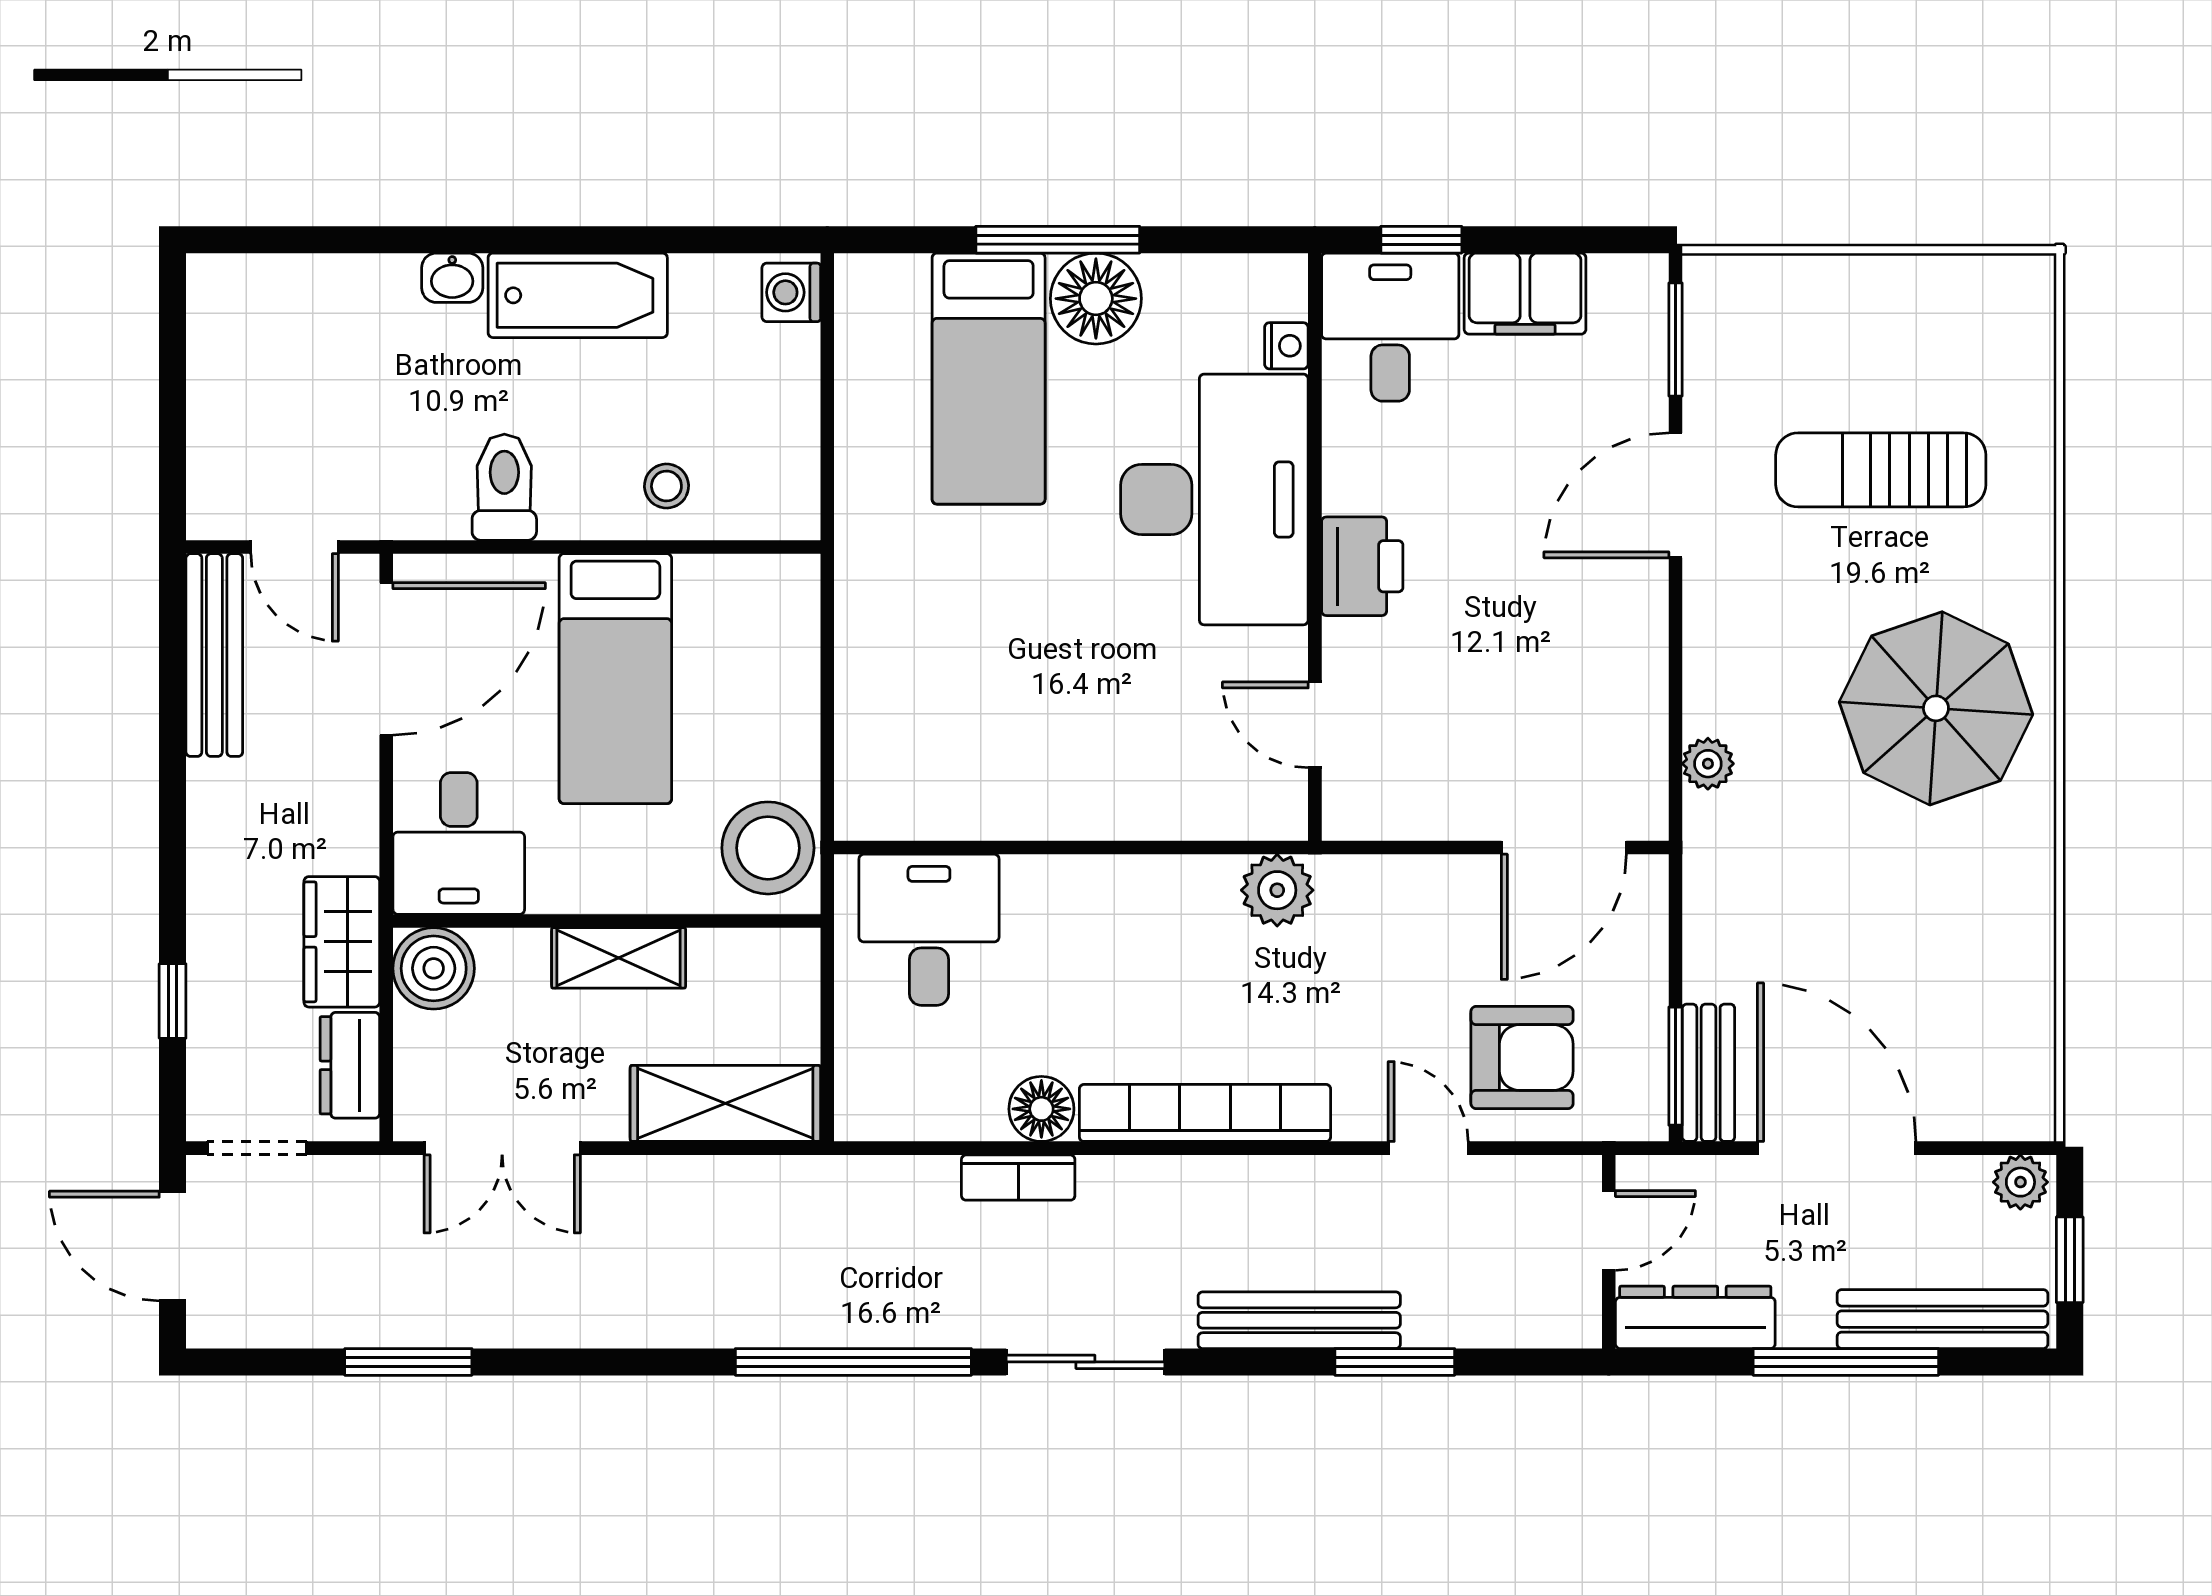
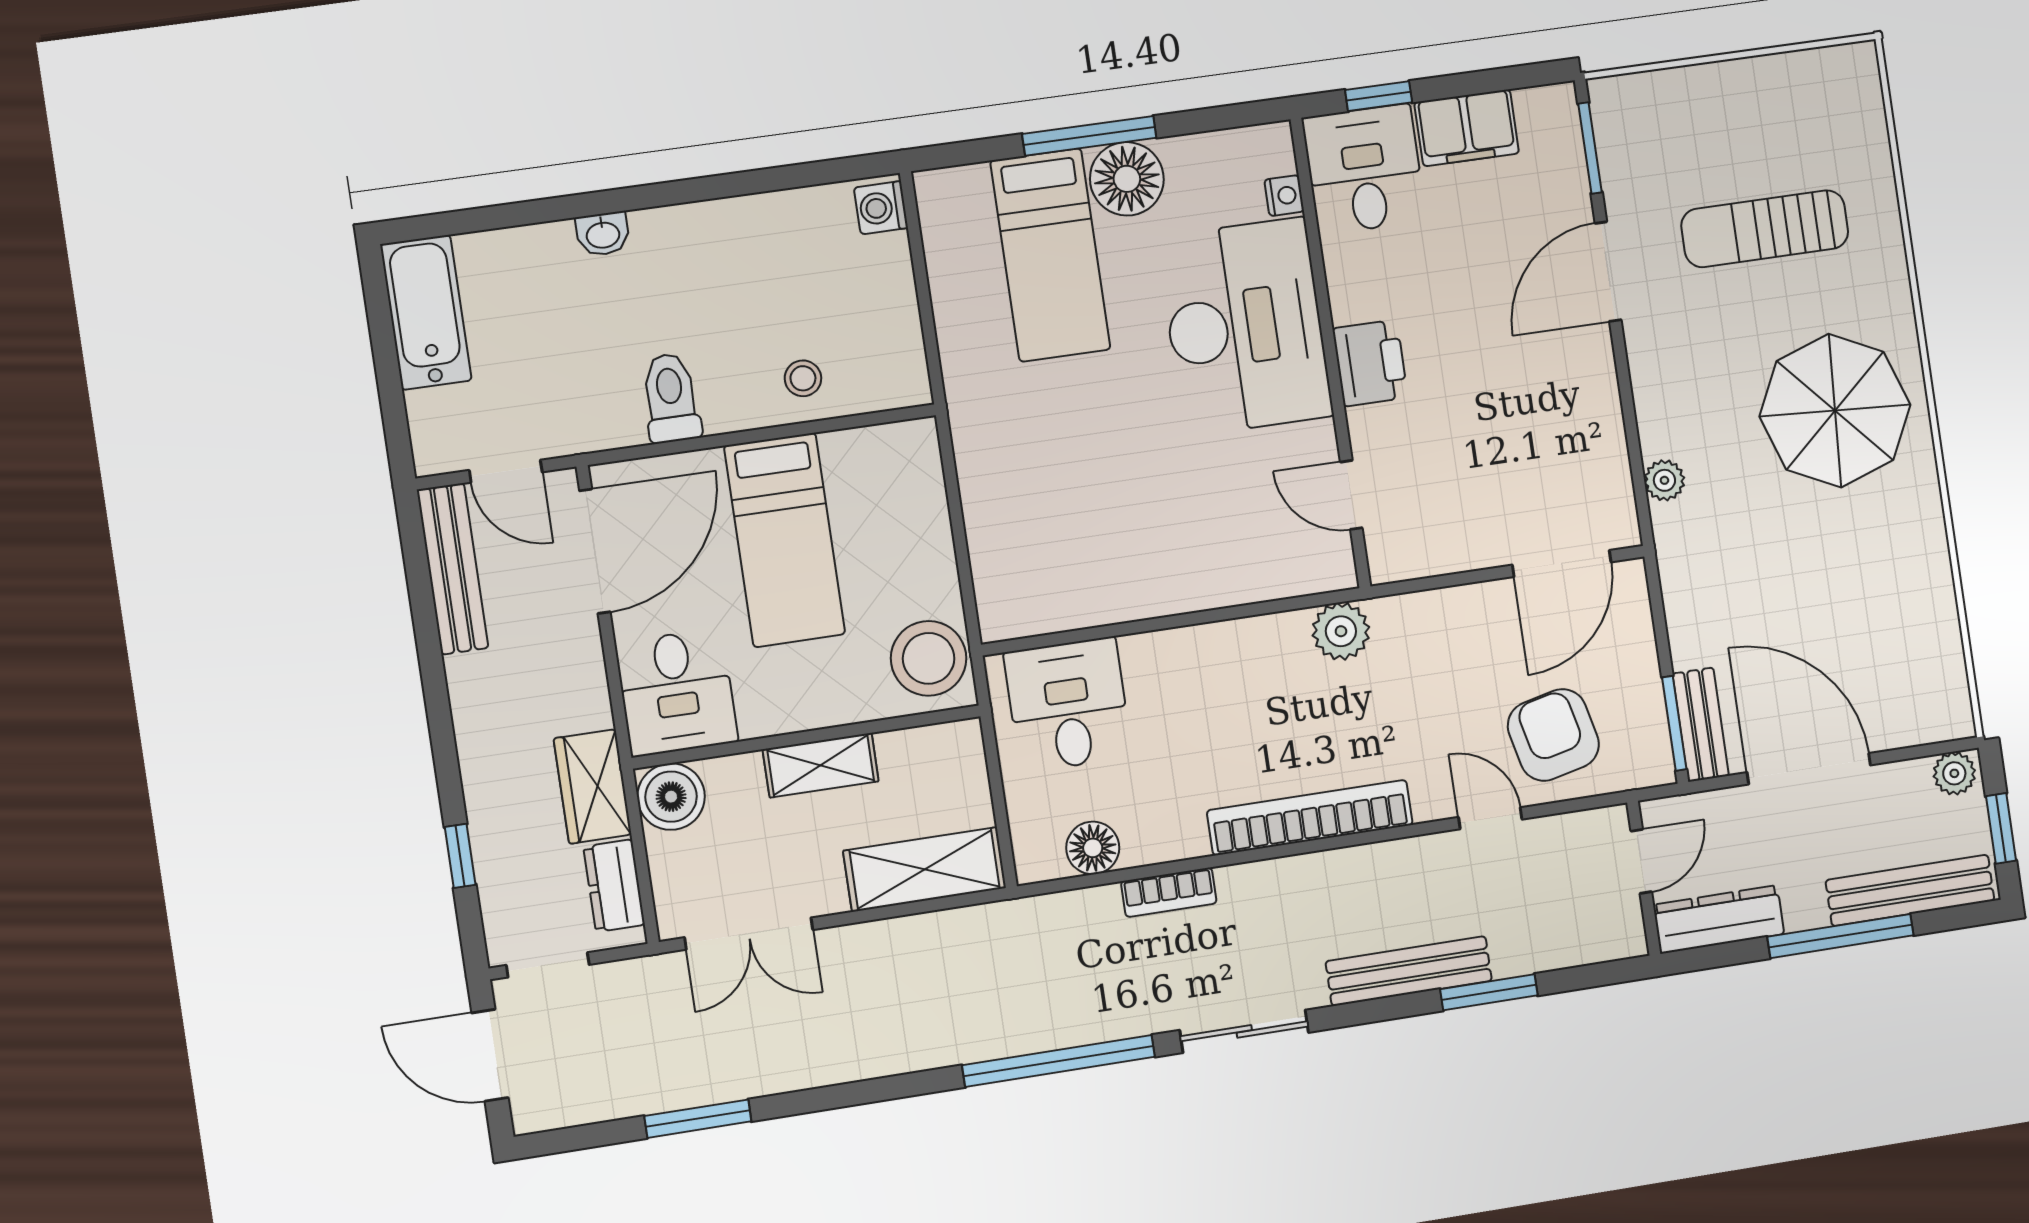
bathtub: (578, 295) -> (426, 312), moved, turned -90
armchair: (1522, 1058) -> (1553, 735), turned -103
floor lamp: (1041, 1109) -> (1093, 848), moved

